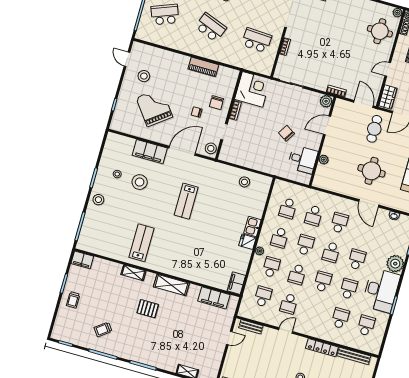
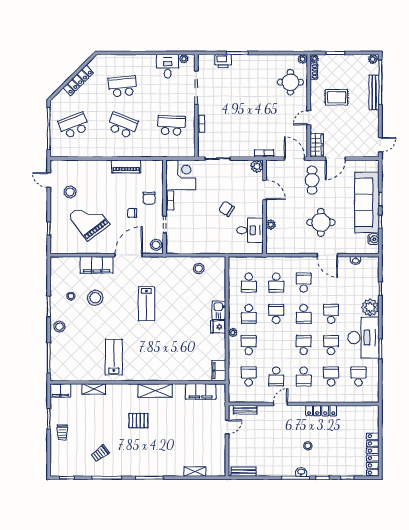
door: (327, 125) -> (264, 190), swing flipped
shelving: (133, 273) -> (94, 389), moved
school desk: (297, 274) -> (304, 376), moved
bench: (354, 356) -> (355, 410), removed

